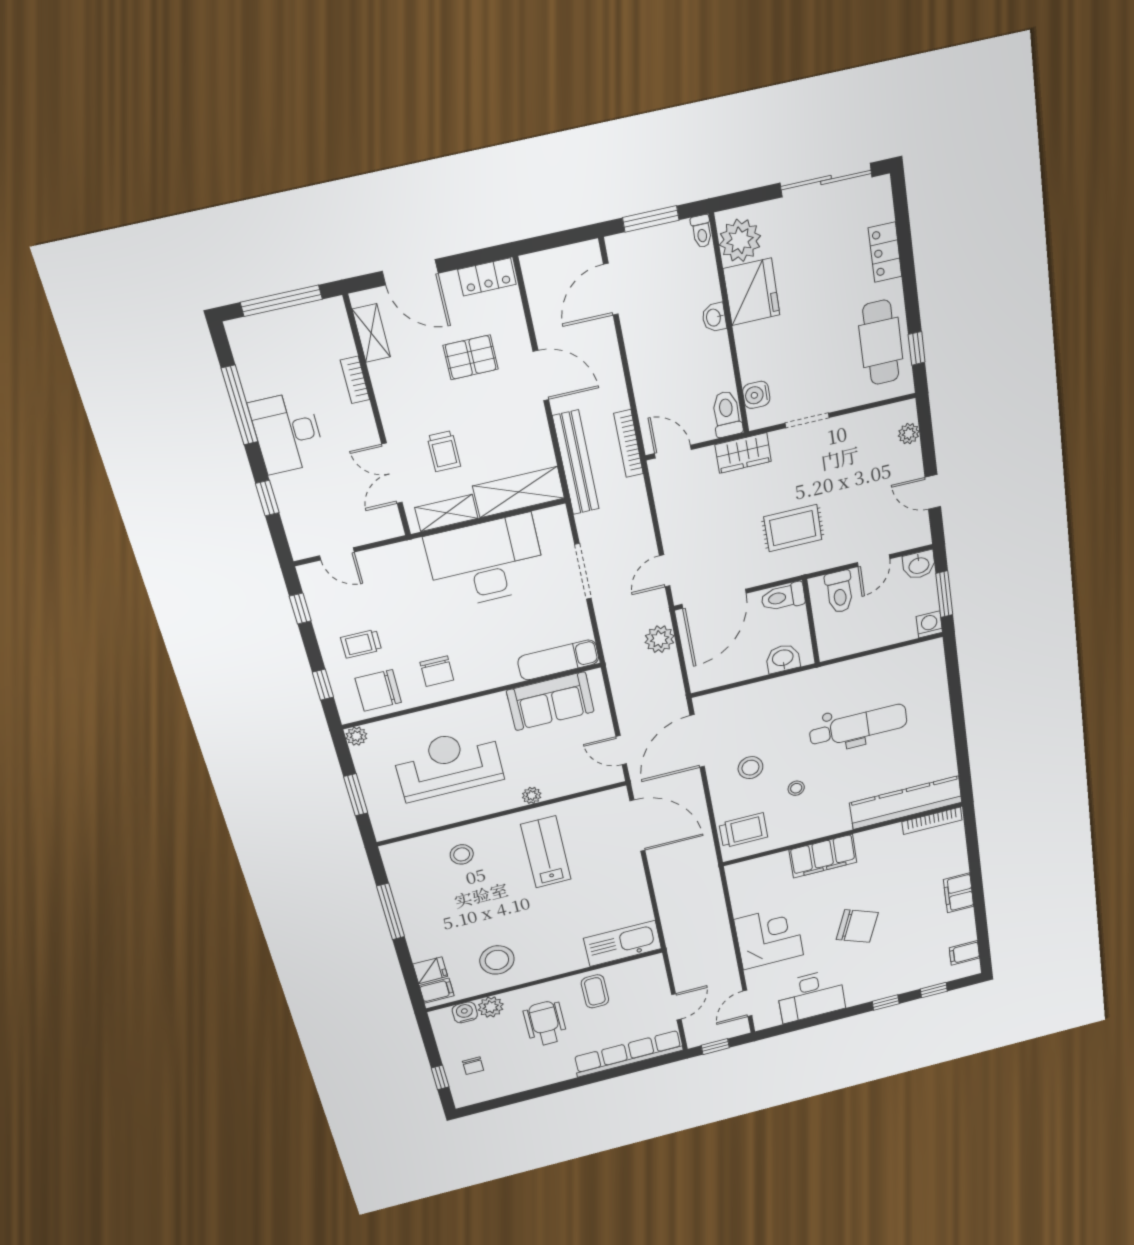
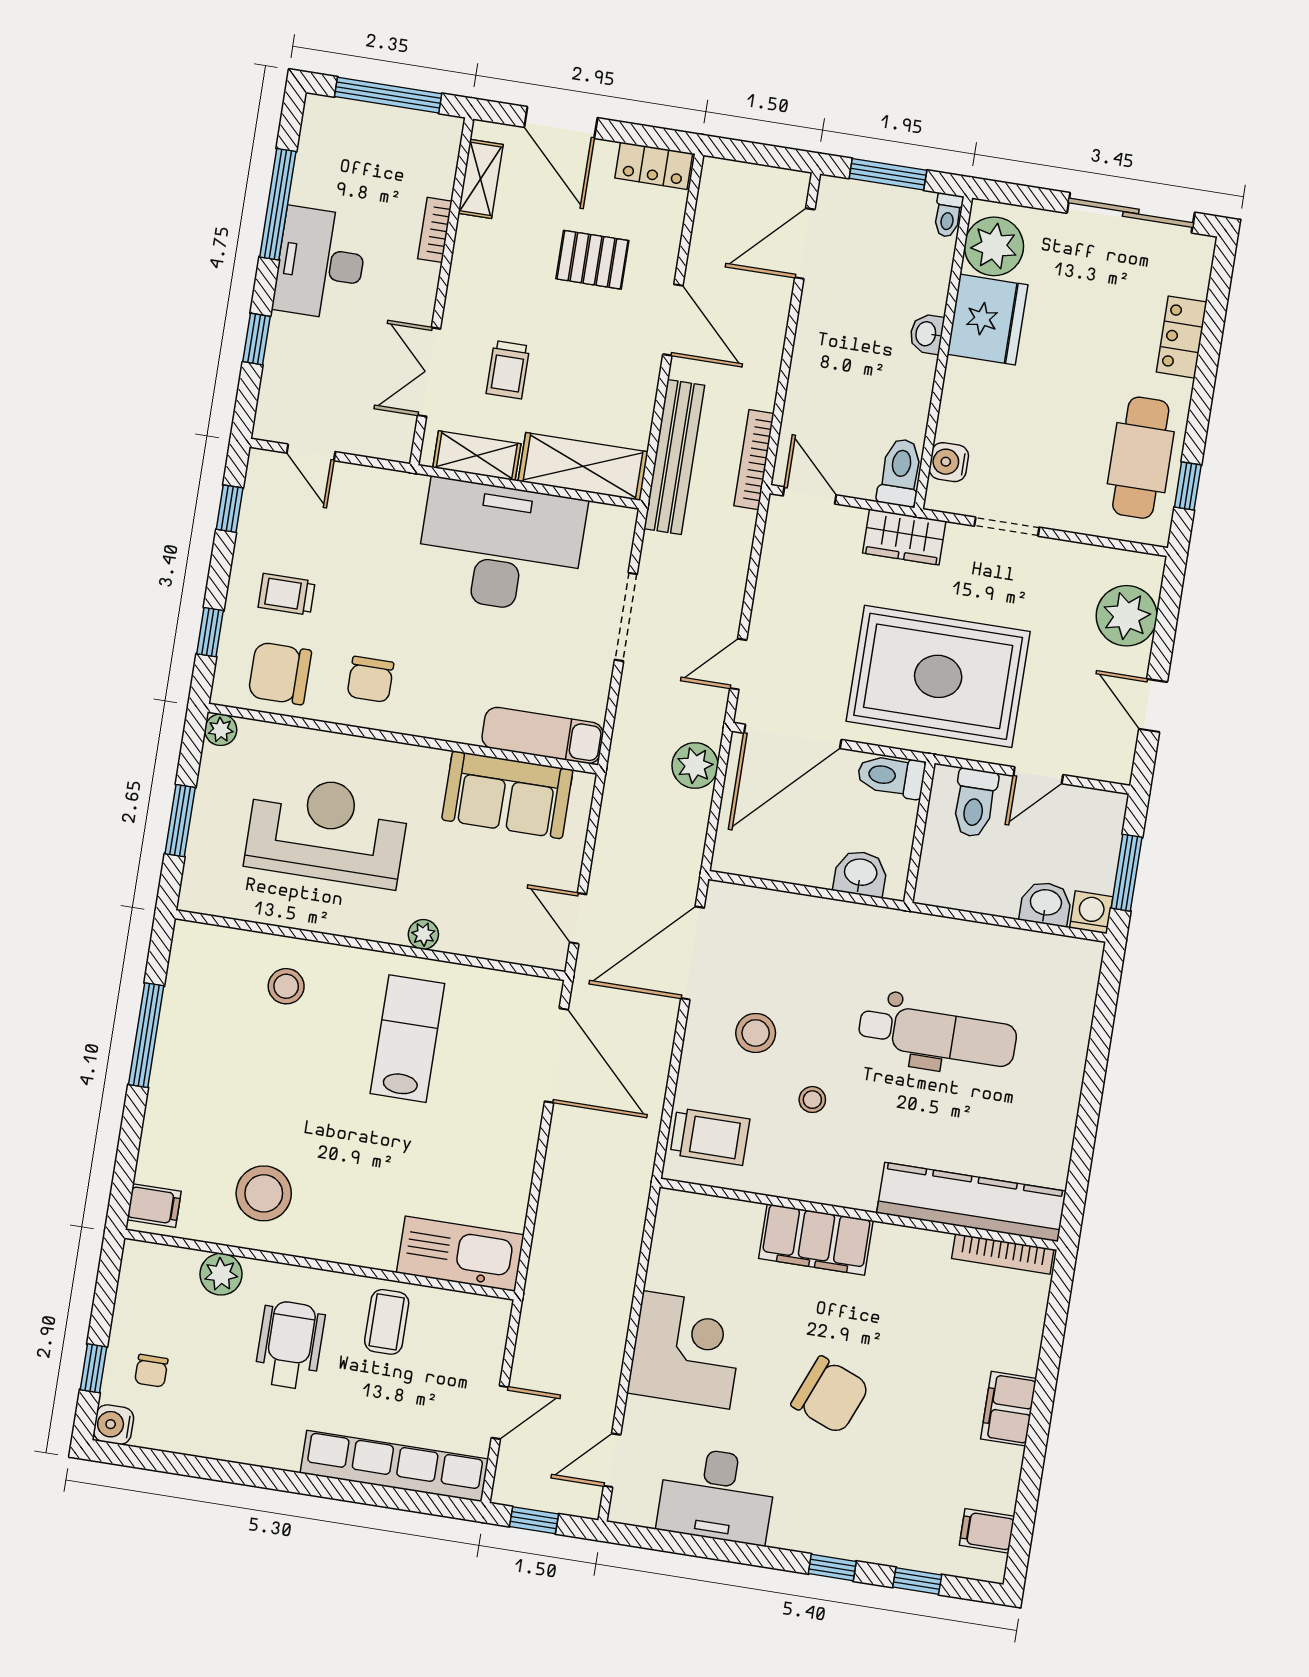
plant: (909, 434) -> (1127, 616), width x1.87, depth x1.87
rug: (793, 528) -> (938, 676), width x1.86, depth x2.06
washbasin: (919, 565) -> (1046, 904), moved, turned 180
fridge: (430, 970) -> (160, 1164), removed
water cooler: (465, 1012) -> (114, 1425), moved, turned -90

